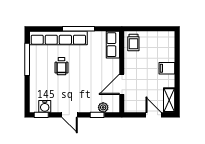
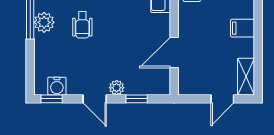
plant: (36, 64) -> (44, 22), added
plant: (103, 107) -> (117, 88), moved
door: (154, 115) -> (222, 99), swing flipped

